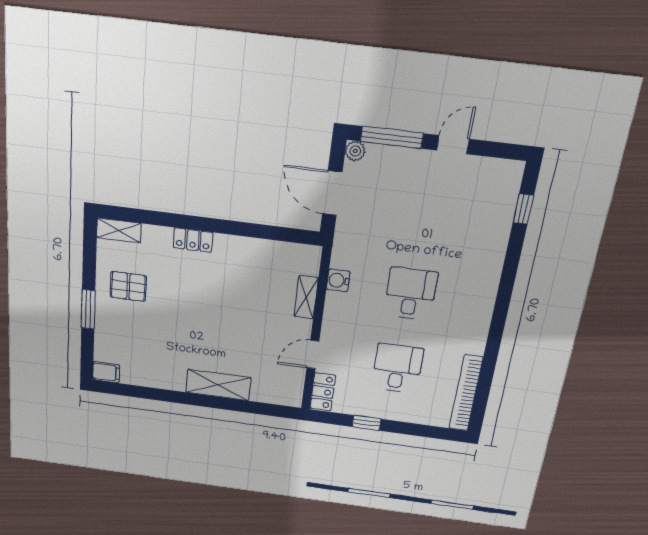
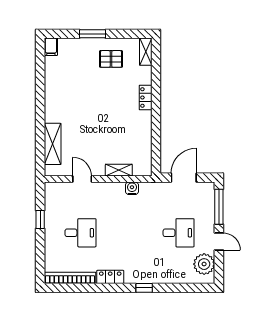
plant: (355, 151) -> (204, 264), moved, width x1.87, depth x1.87
window: (523, 209) -> (144, 288), moved
pallet: (128, 286) -> (111, 59), turned 90
desk: (411, 294) -> (179, 233), moved
shelving: (218, 385) -> (53, 144), moved
locker: (323, 392) -> (110, 277), moved, turned 180

